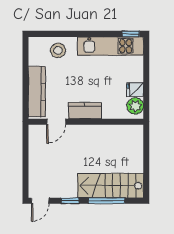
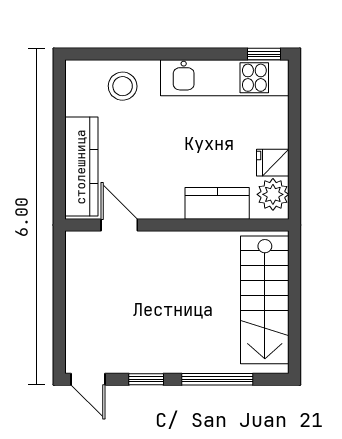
kitchen counter: (85, 111) -> (217, 203), moved
door: (56, 122) -> (119, 225), swing flipped
stairs: (111, 186) -> (265, 300), moved, turned -90
door: (40, 201) -> (88, 379), hinge flipped

